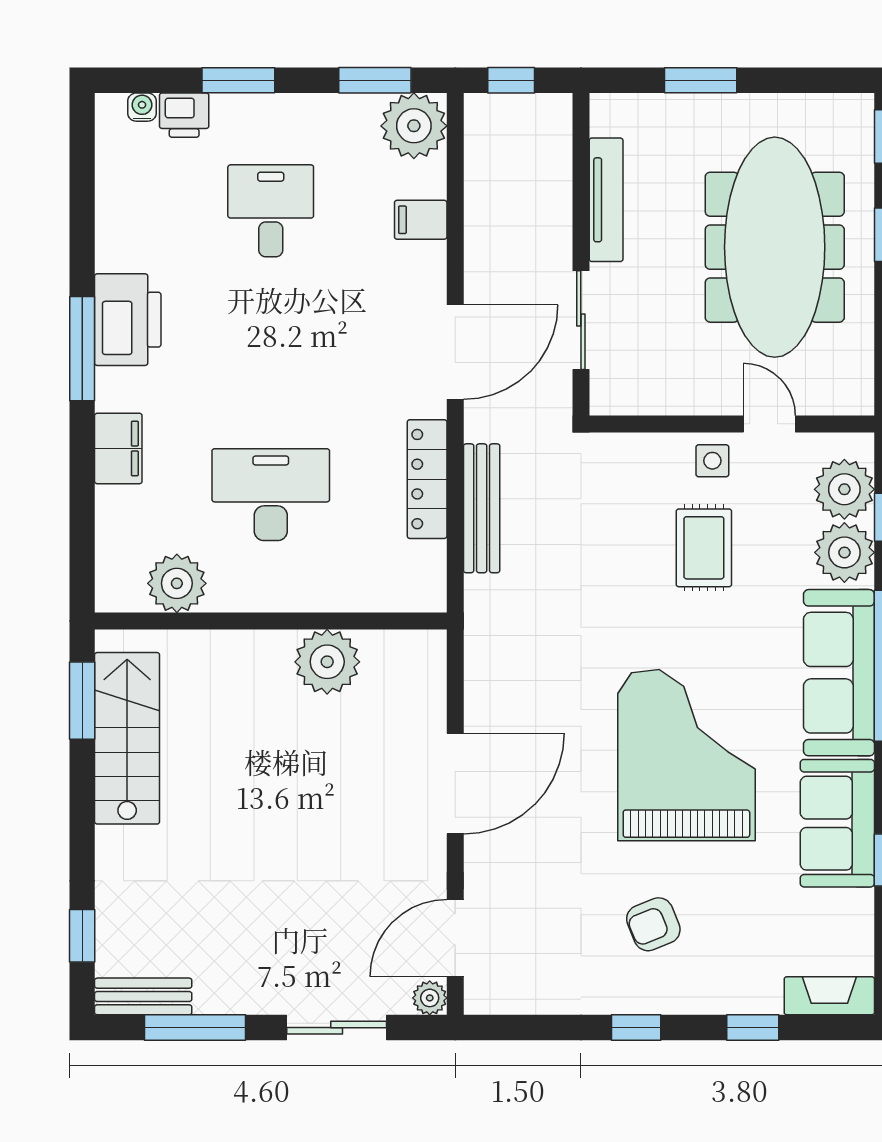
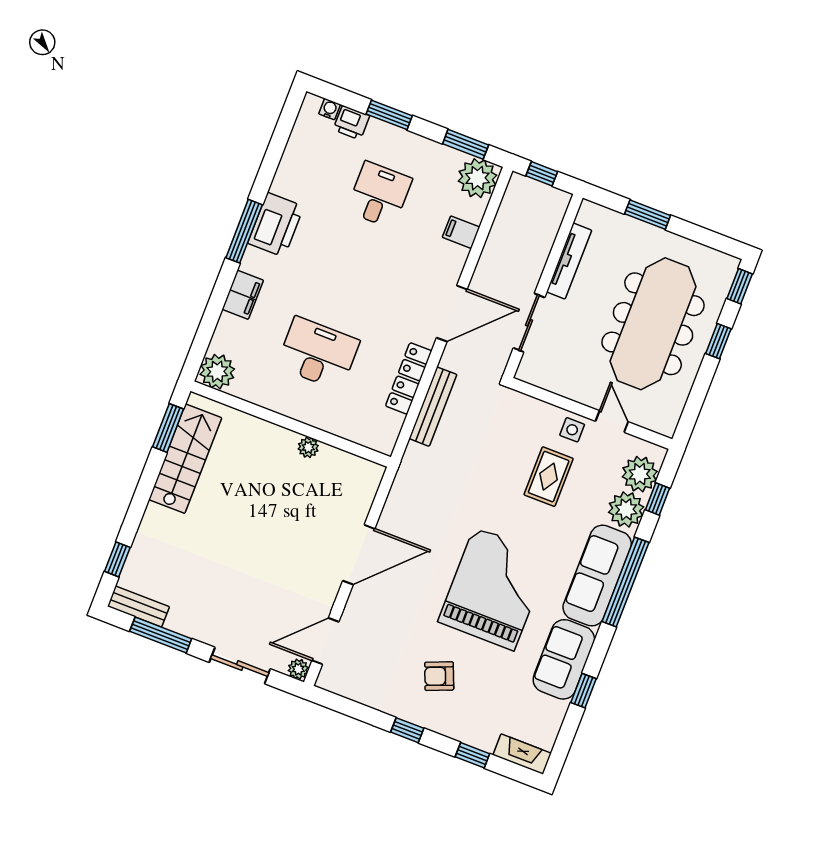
plant: (177, 583) -> (217, 372), moved
plant: (327, 662) -> (308, 447), width x0.53, depth x0.53

